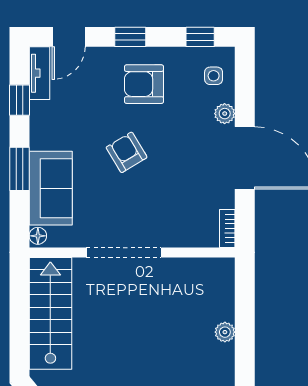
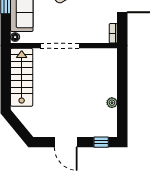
plant: (225, 332) -> (112, 103), moved

